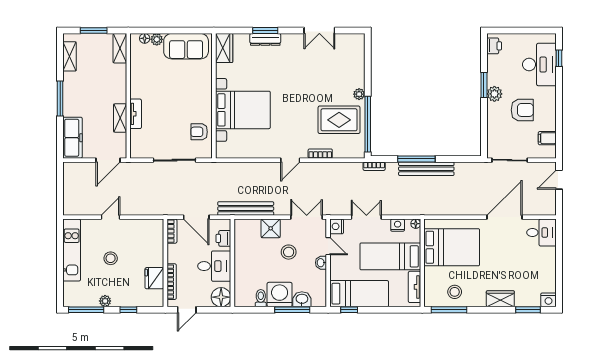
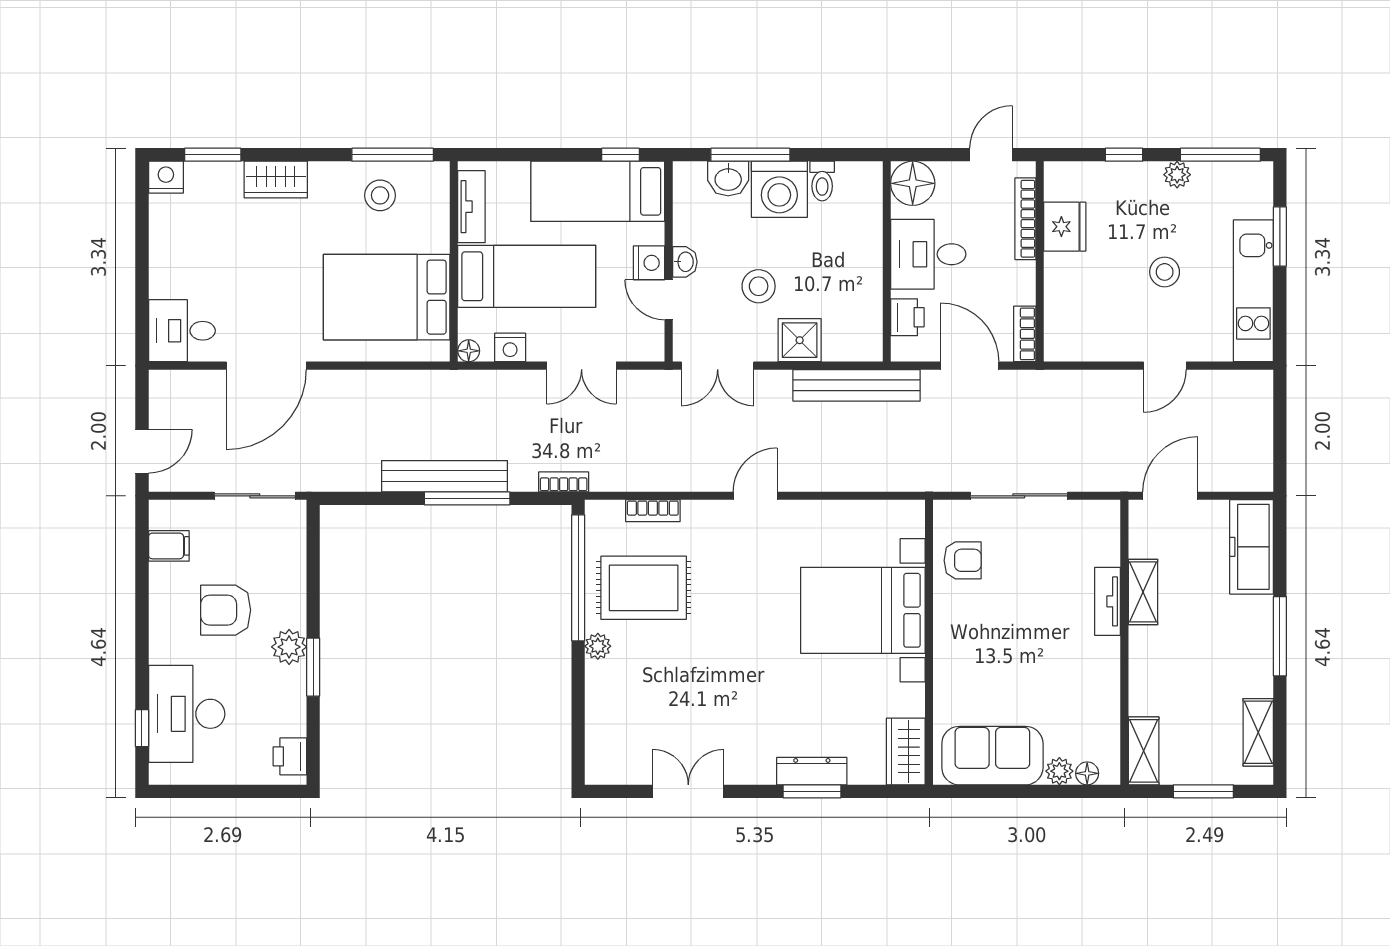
bookcase: (320, 154) -> (653, 511), moved
nightstand: (337, 226) -> (649, 263), moved
window: (60, 274) -> (1280, 237), added

